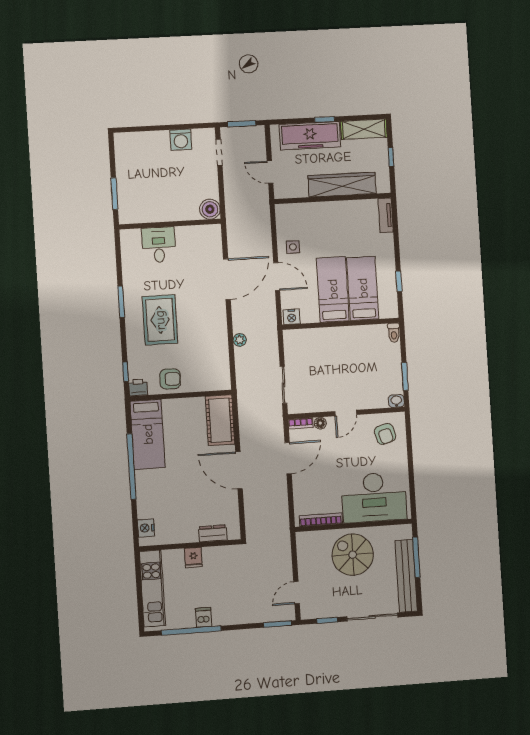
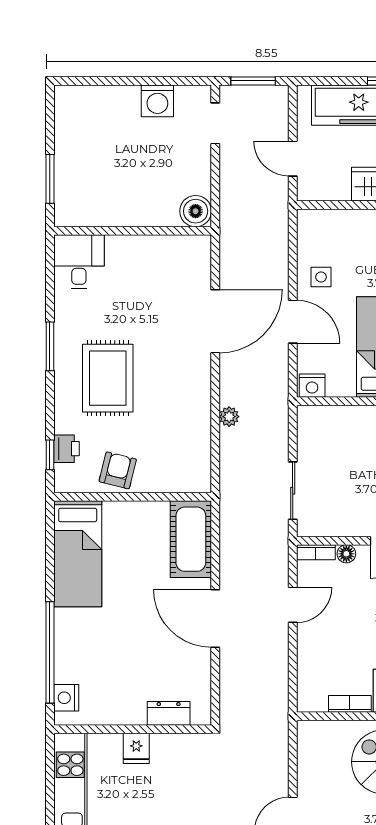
desk: (159, 245) -> (79, 262), moved
armchair: (170, 379) -> (118, 470), turned -78
printer: (138, 387) -> (66, 449), moved, turned 90
door: (288, 458) -> (293, 605), width x0.73
window: (131, 467) -> (50, 652), moved
bookcase: (321, 520) -> (350, 704), width x0.64

